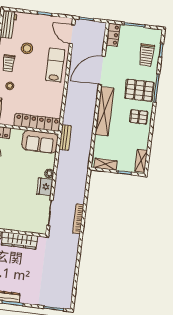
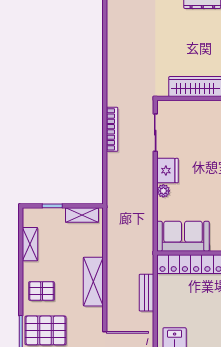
shelving: (104, 111) -> (93, 282), width x0.68
bench: (65, 138) -> (146, 293), moved
shelving: (141, 161) -> (30, 244), moved

